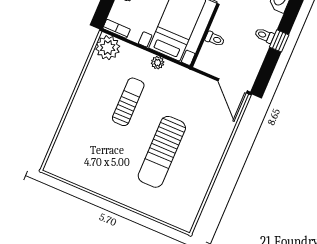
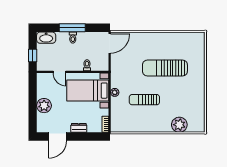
window: (279, 41) -> (72, 28), width x2.17
plant: (108, 48) -> (179, 125), moved
sun lounger: (162, 152) -> (165, 68), turned 180

